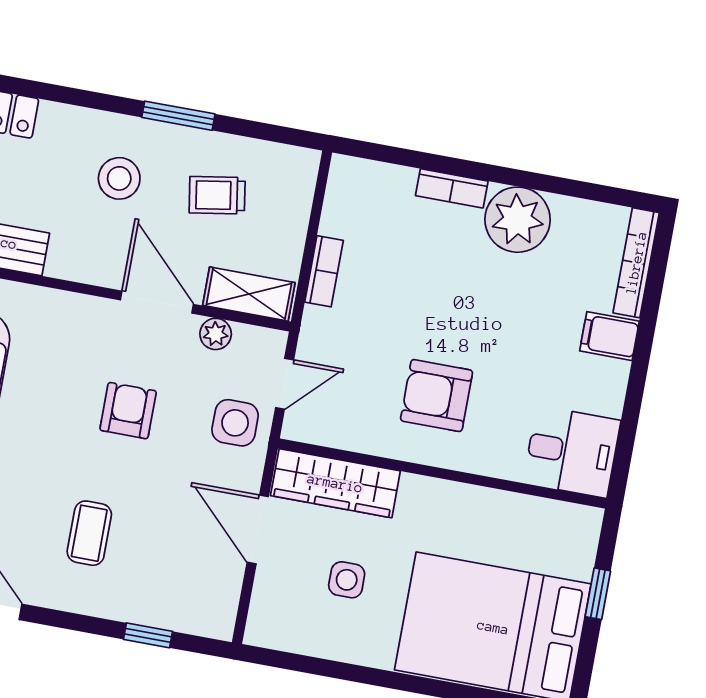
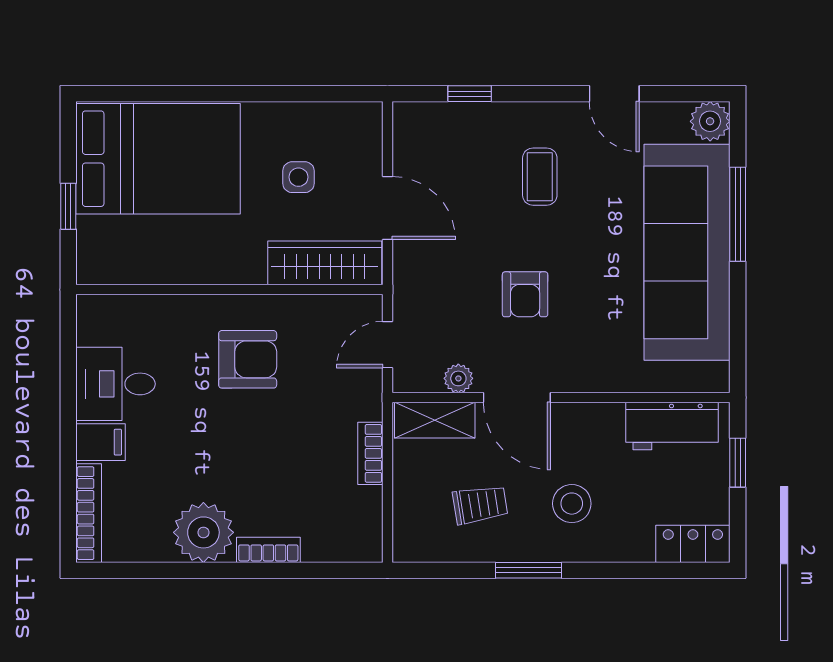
side table: (235, 423) -> (426, 301), removed
desk: (572, 452) -> (116, 384), moved

